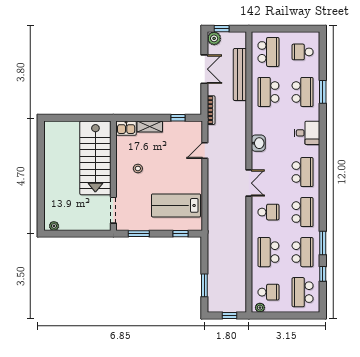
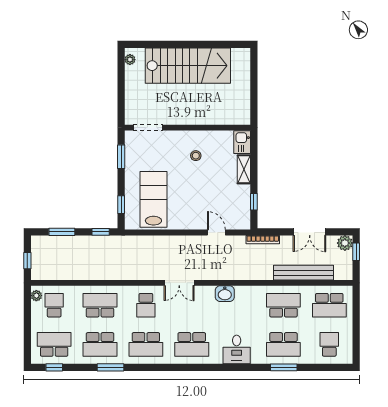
stairs: (95, 158) -> (188, 66), moved, turned 180
window: (204, 252) -> (101, 232), added
window: (323, 274) -> (54, 367), moved
school desk: (268, 292) -> (54, 305), turned 180

